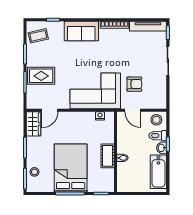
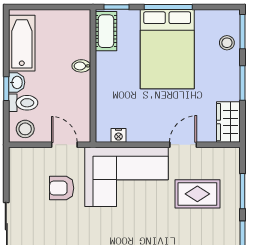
rug: (41, 76) -> (197, 194), moved
door: (50, 110) -> (183, 145), moved
cot: (108, 156) -> (106, 31), moved

